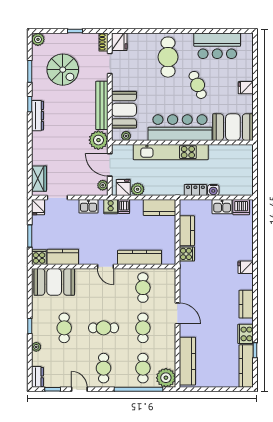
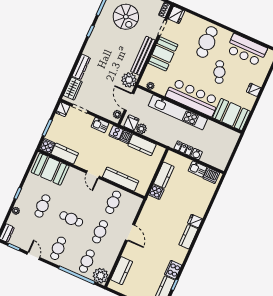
booth: (124, 110) -> (163, 54), moved
dresser: (37, 116) -> (81, 67), moved
kitchen counter: (160, 208) -> (142, 145), moved
kitchen counter: (246, 304) -> (188, 237), moved
kitchen counter: (187, 361) -> (122, 271), width x0.67

